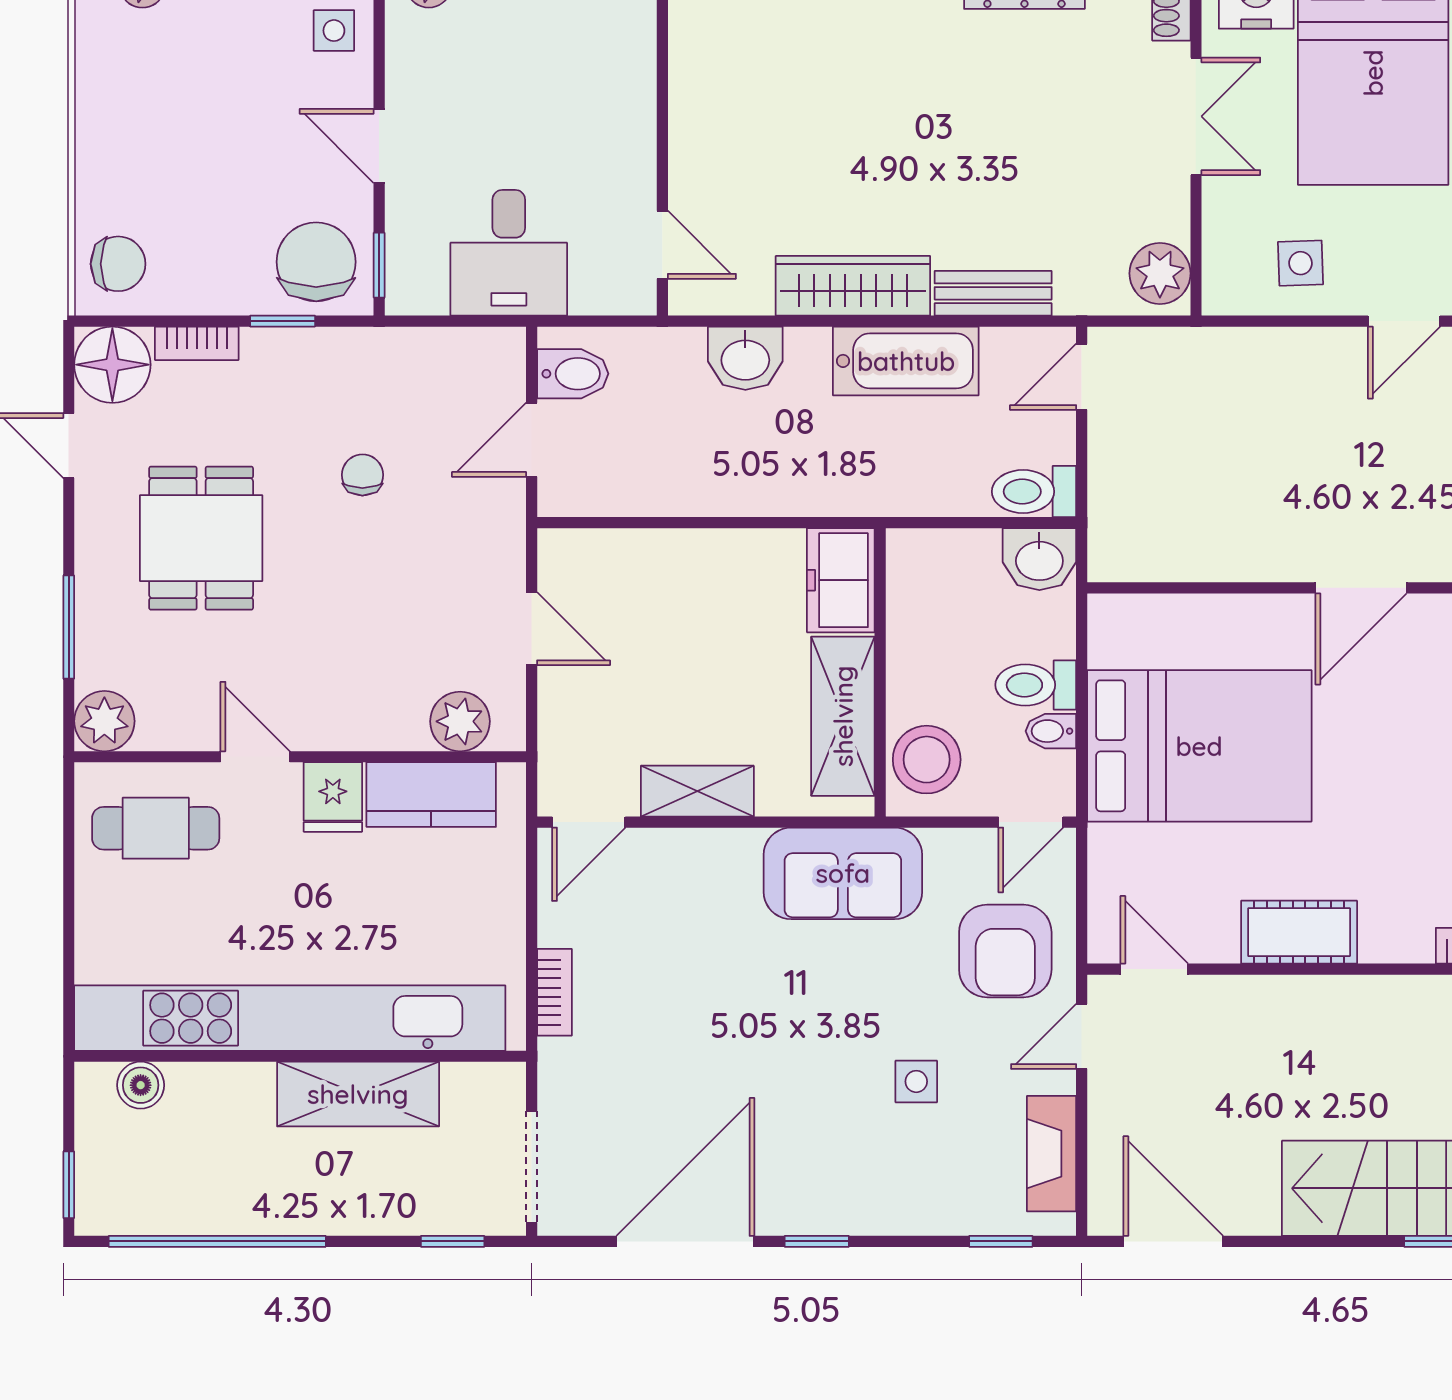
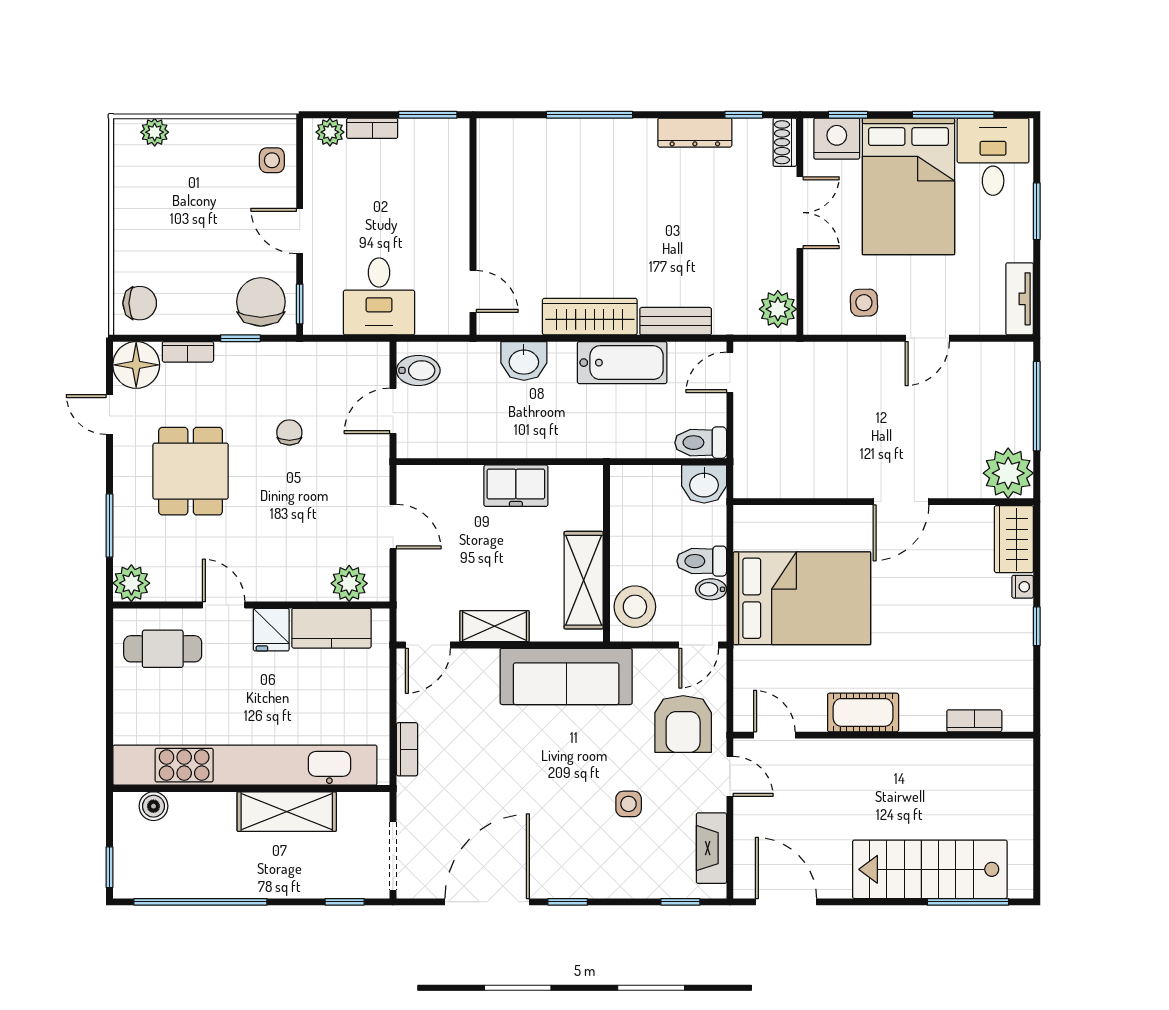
freezer: (841, 580) -> (516, 486), moved, turned -90
sofa: (843, 873) -> (566, 676), width x1.36
door: (1082, 1036) -> (730, 776), swing flipped

